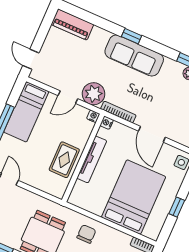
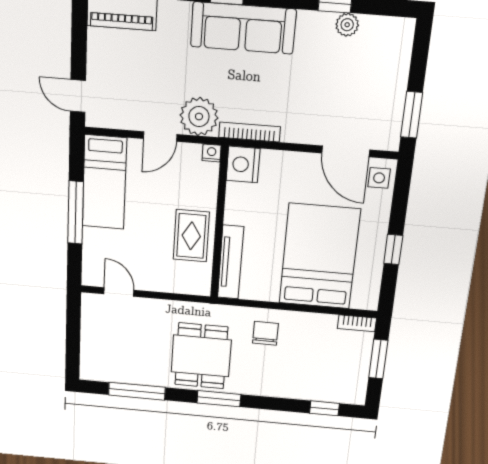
nightstand: (107, 123) -> (243, 164), width x1.89, depth x1.79
door: (152, 134) -> (346, 151), moved
tv unit: (92, 159) -> (231, 262), moved

